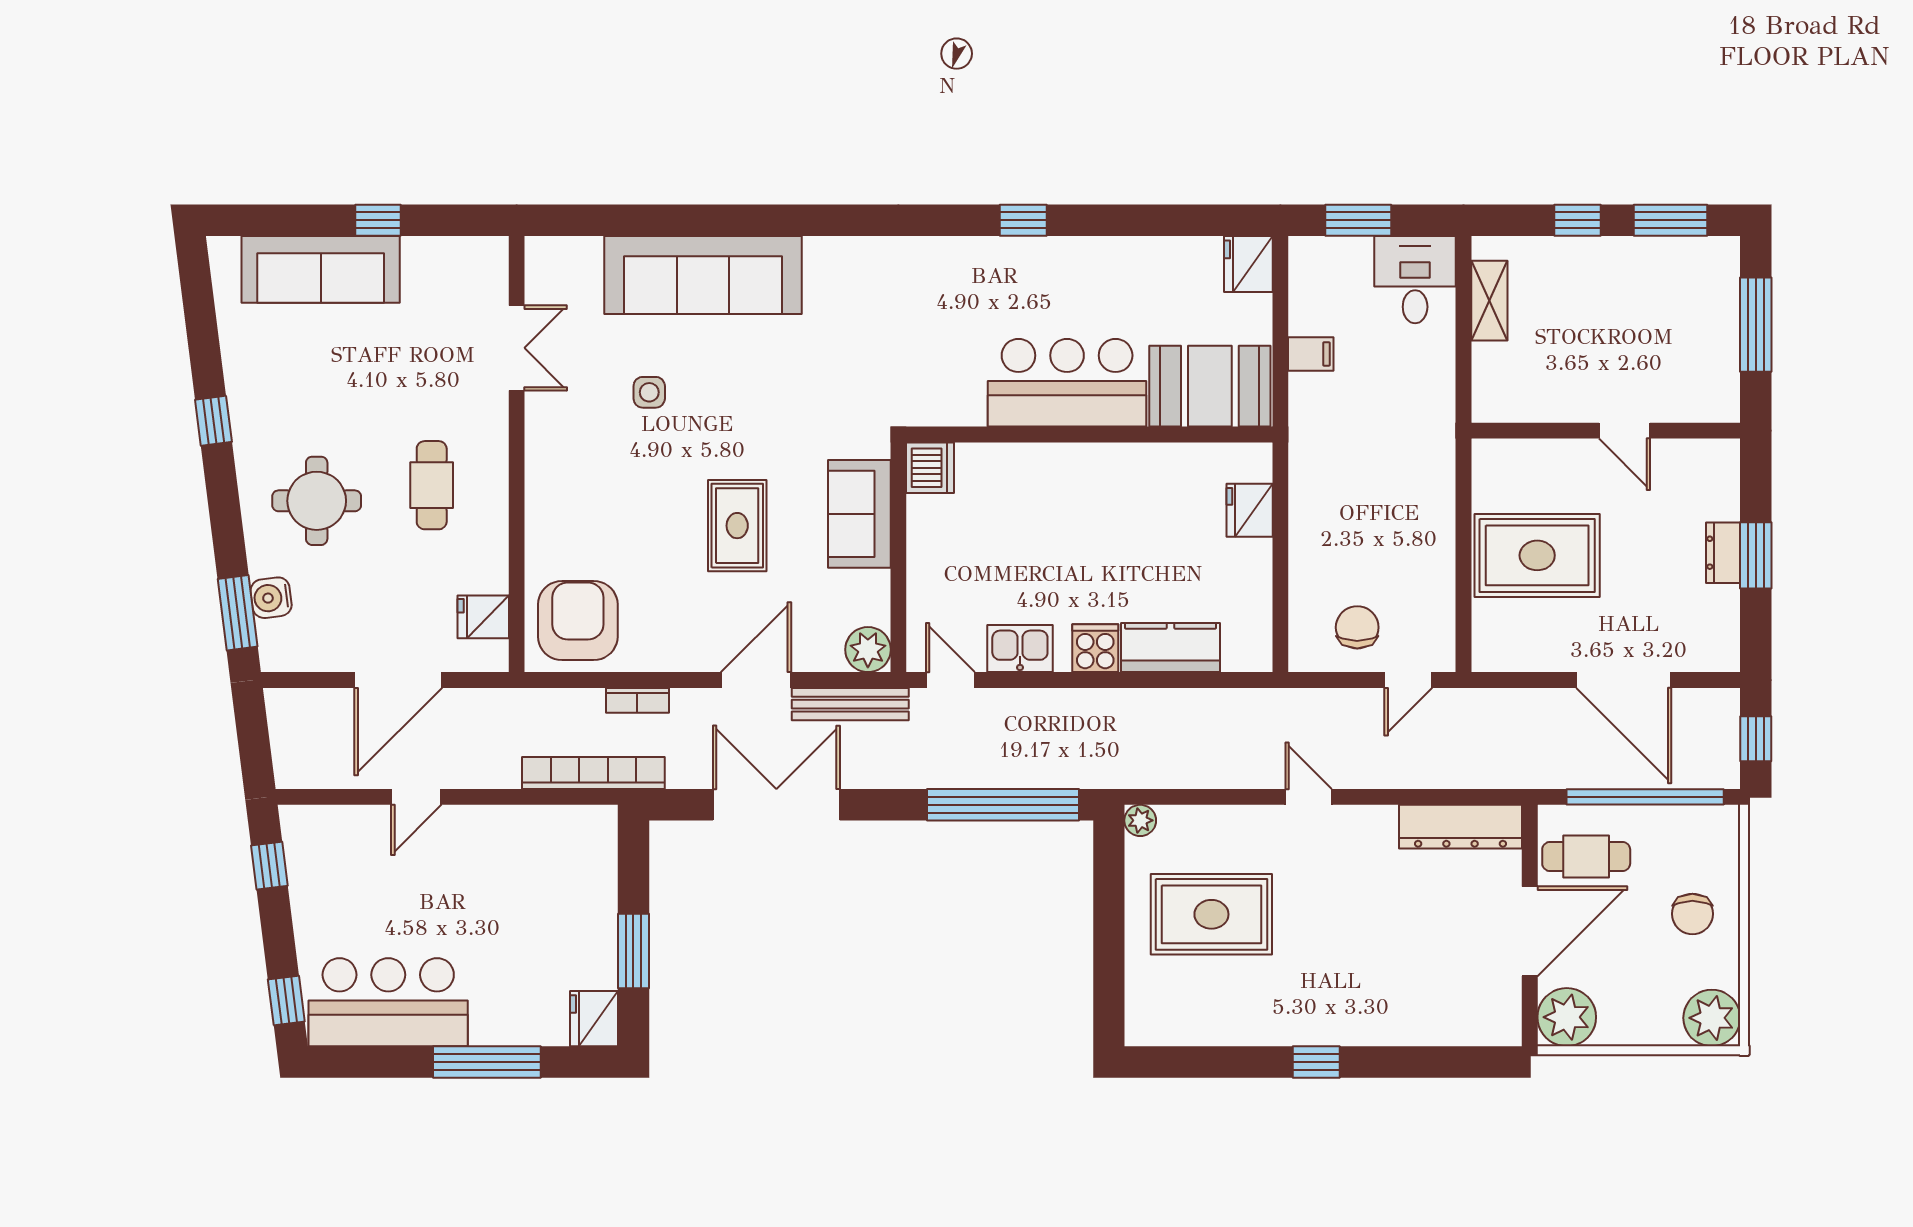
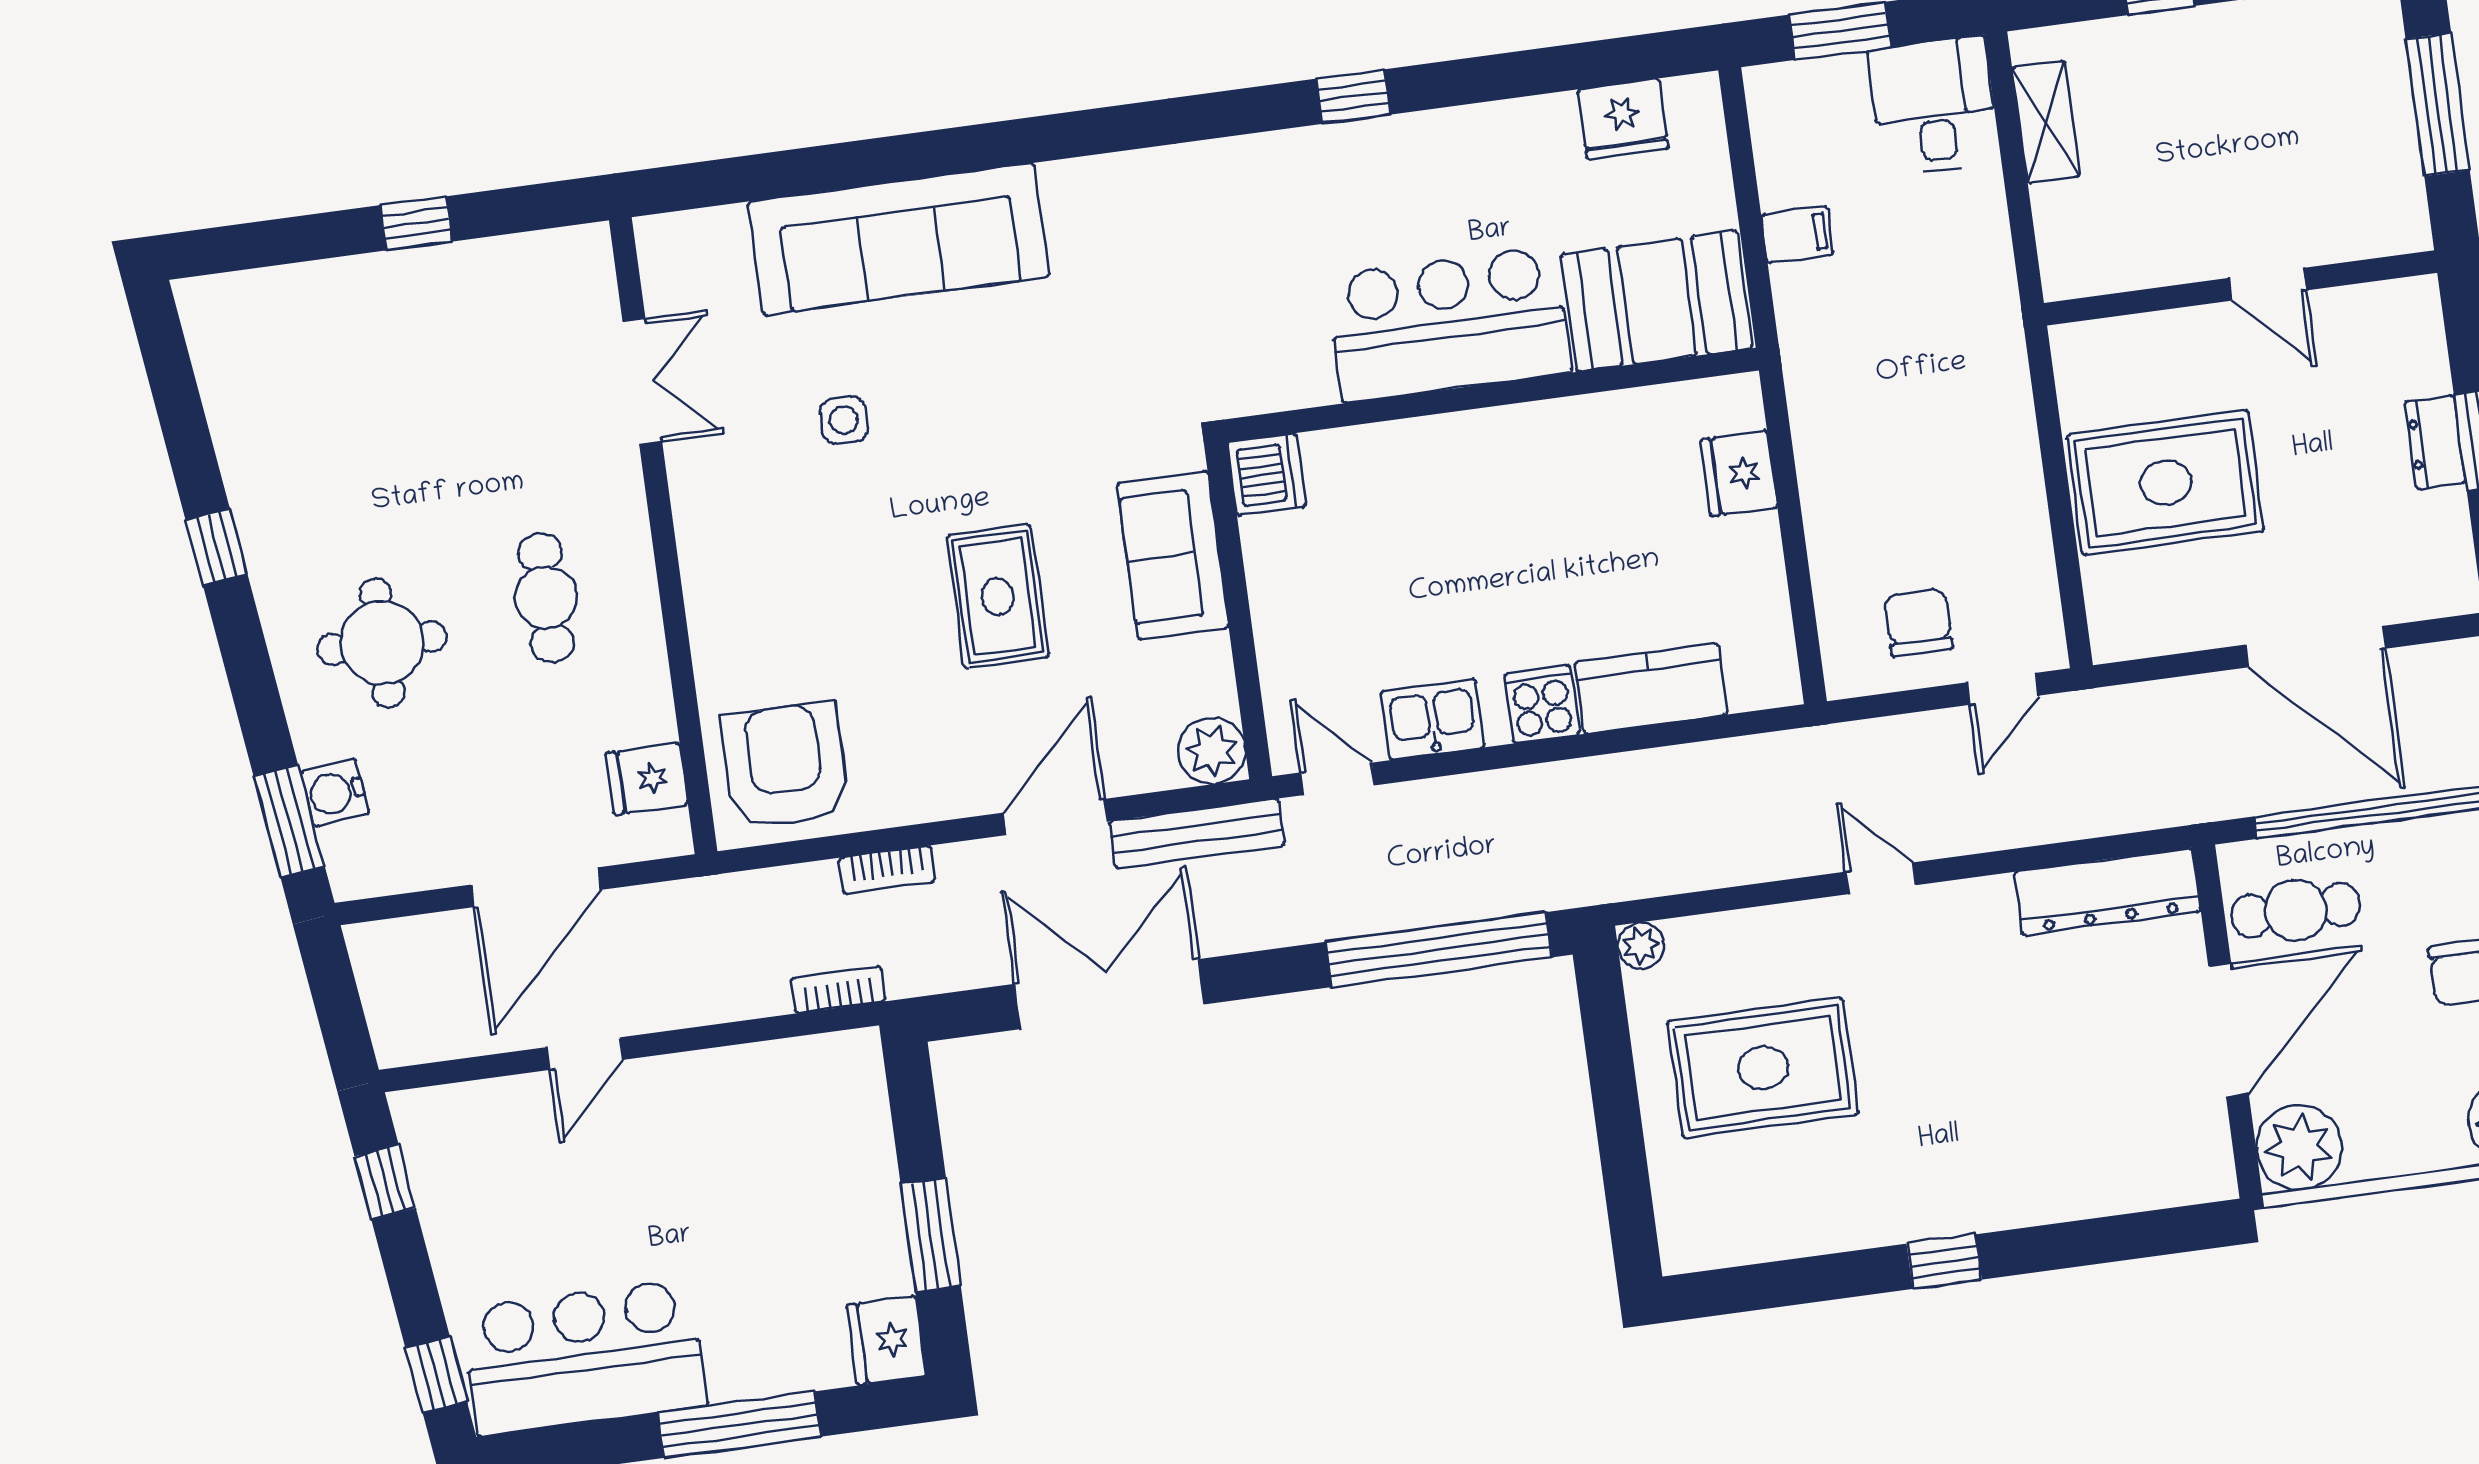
fridge: (1248, 264) -> (1623, 119), moved, turned -90
sofa: (321, 269) -> (342, 306), removed
bookcase: (593, 773) -> (838, 990), width x0.43, depth x0.76

